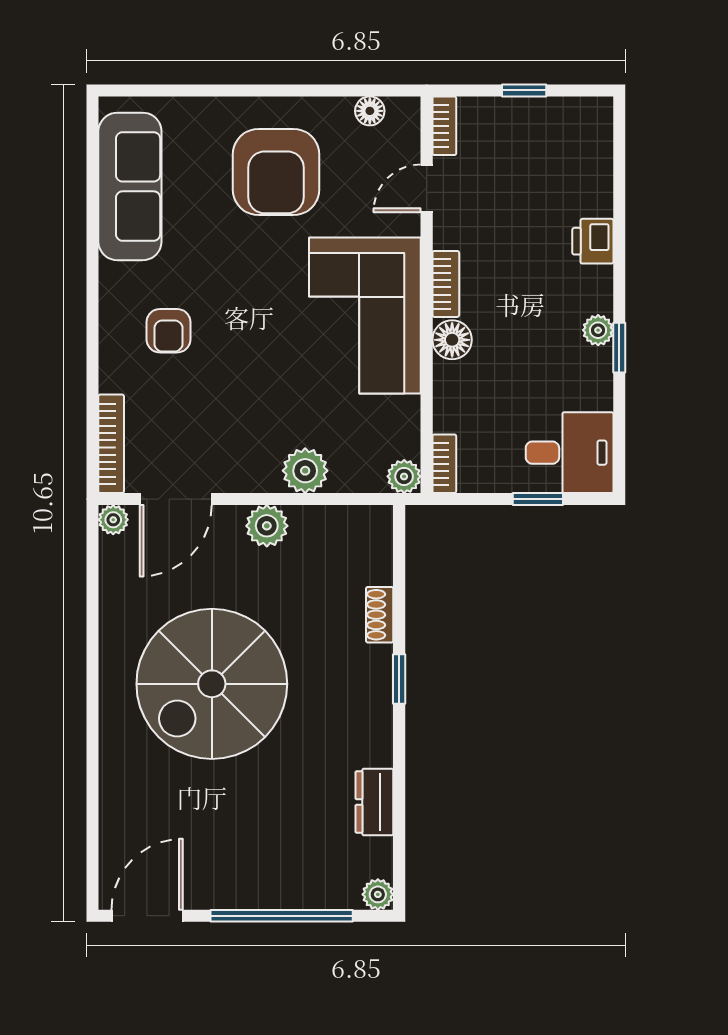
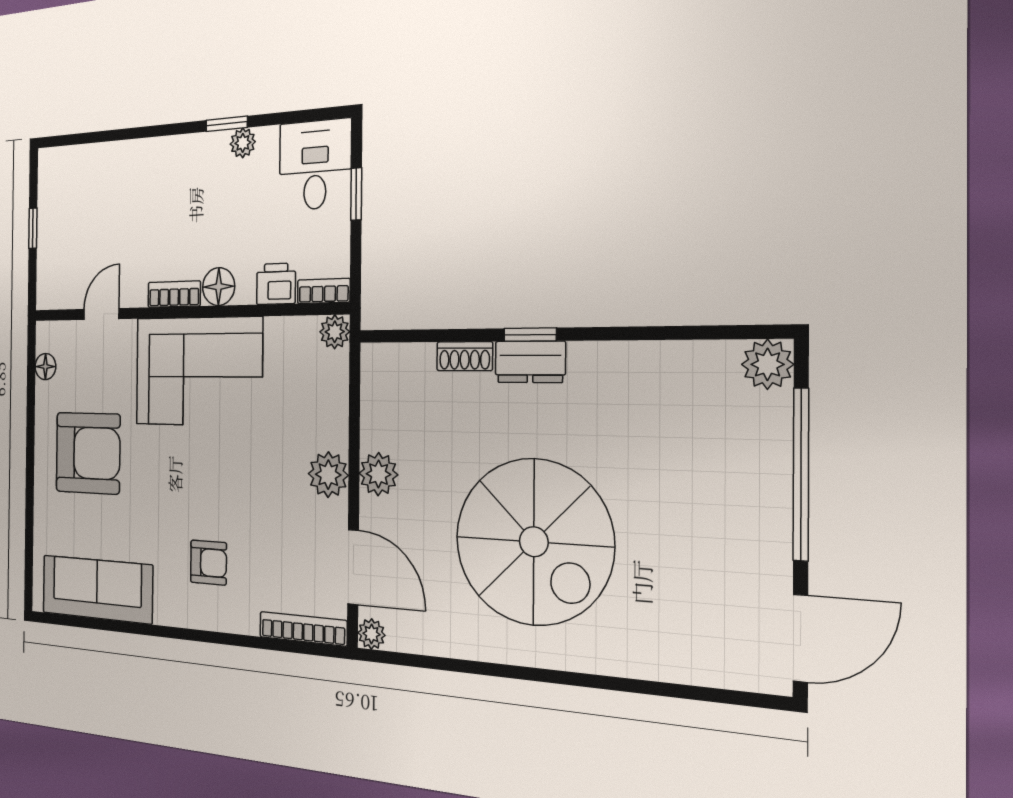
bookcase: (444, 126) -> (57, 299), removed
door: (427, 188) -> (101, 314), swing flipped
printer: (593, 241) -> (276, 284), moved, turned 180
plant: (598, 330) -> (243, 143), moved
plant: (305, 471) -> (328, 475), moved
dresser: (374, 802) -> (530, 362), moved
plant: (378, 894) -> (768, 364), width x1.38, depth x1.38
door: (147, 916) -> (800, 638), swing flipped

